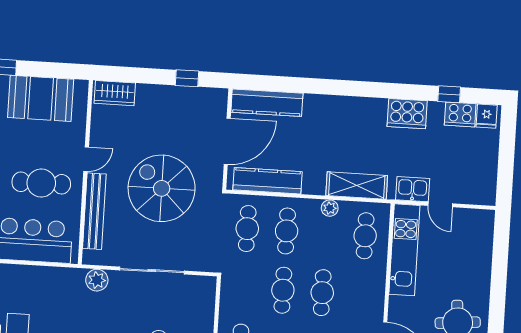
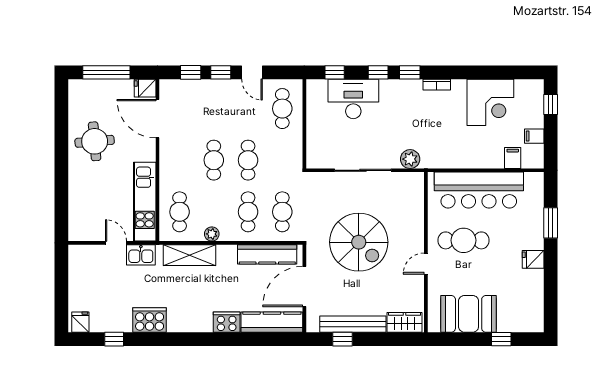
cooker: (460, 114) -> (227, 322), moved
bench: (94, 211) -> (353, 324), moved, turned 90

